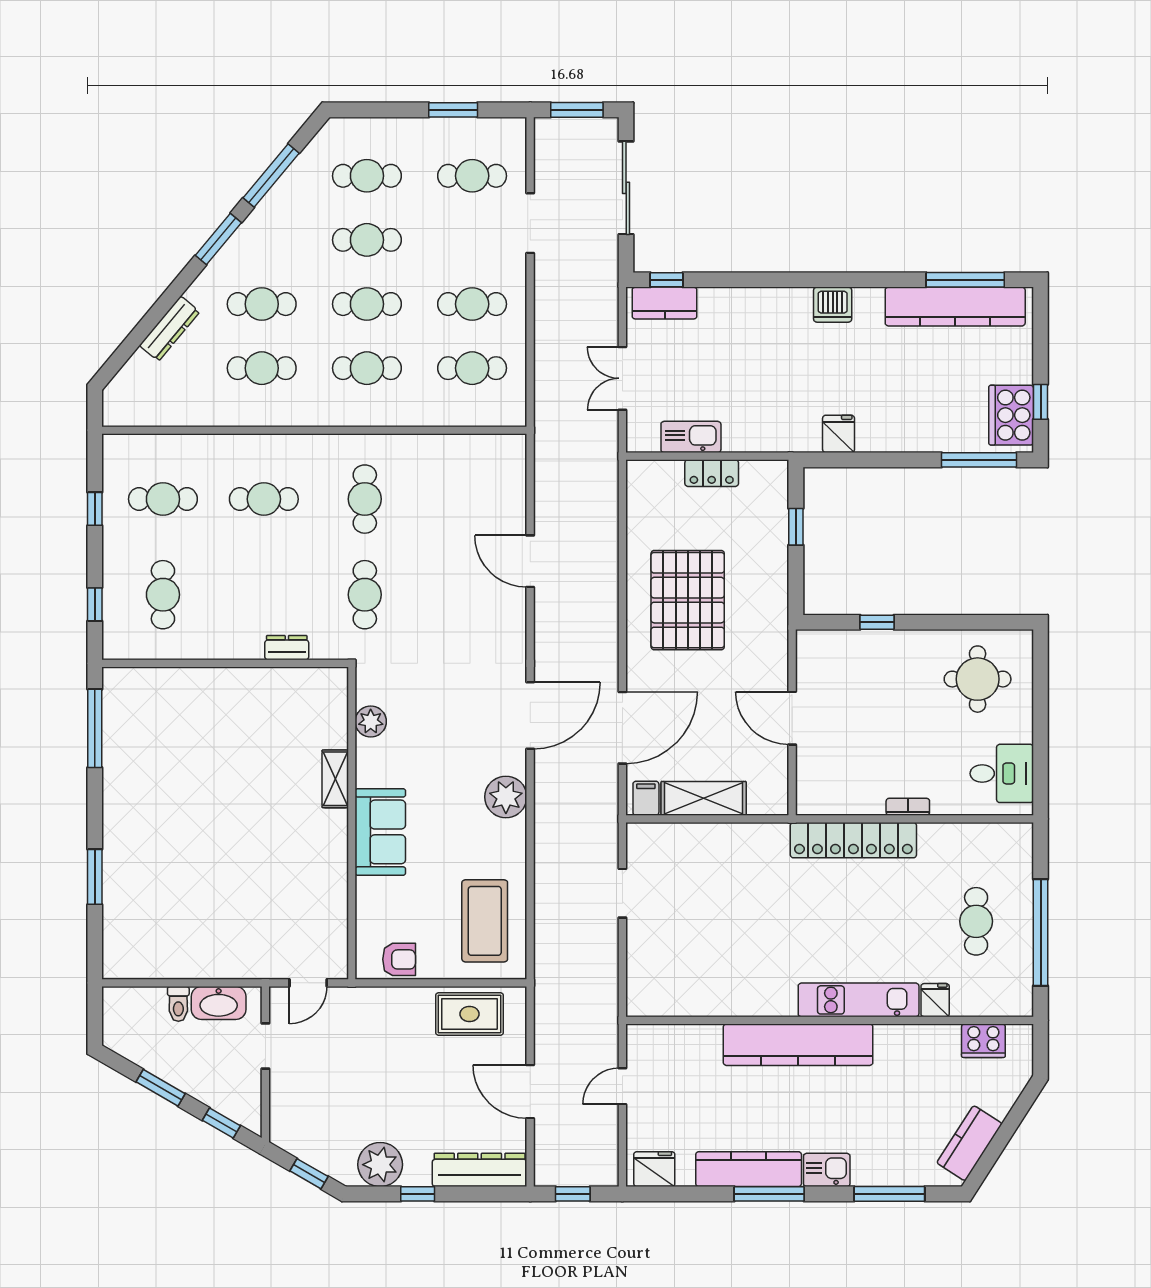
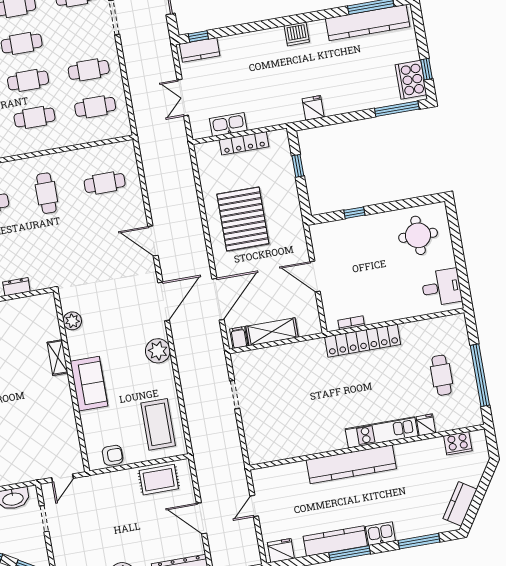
locker: (712, 473) -> (244, 143), width x1.53
door: (530, 561) -> (153, 241), moved
cafe table: (365, 595) -> (105, 183), moved, turned 90
bookcase: (908, 807) -> (351, 323), moved

